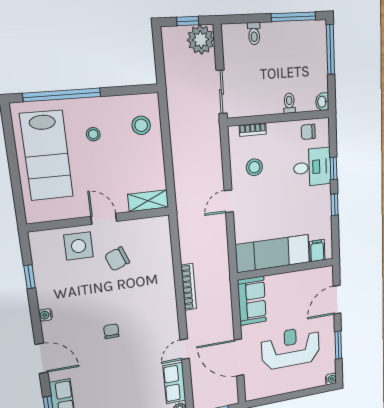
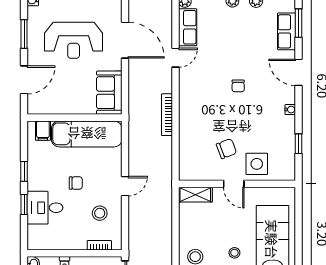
chair: (308, 132) -> (76, 183), moved

